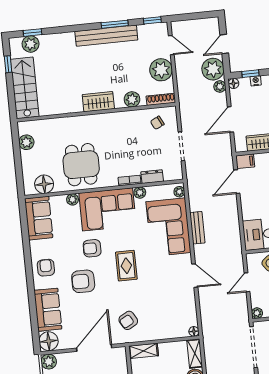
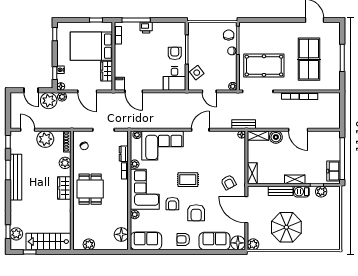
door: (171, 45) -> (28, 130), hinge flipped
dining table: (81, 165) -> (90, 189), moved, turned 90
bench: (197, 228) -> (244, 124), moved

